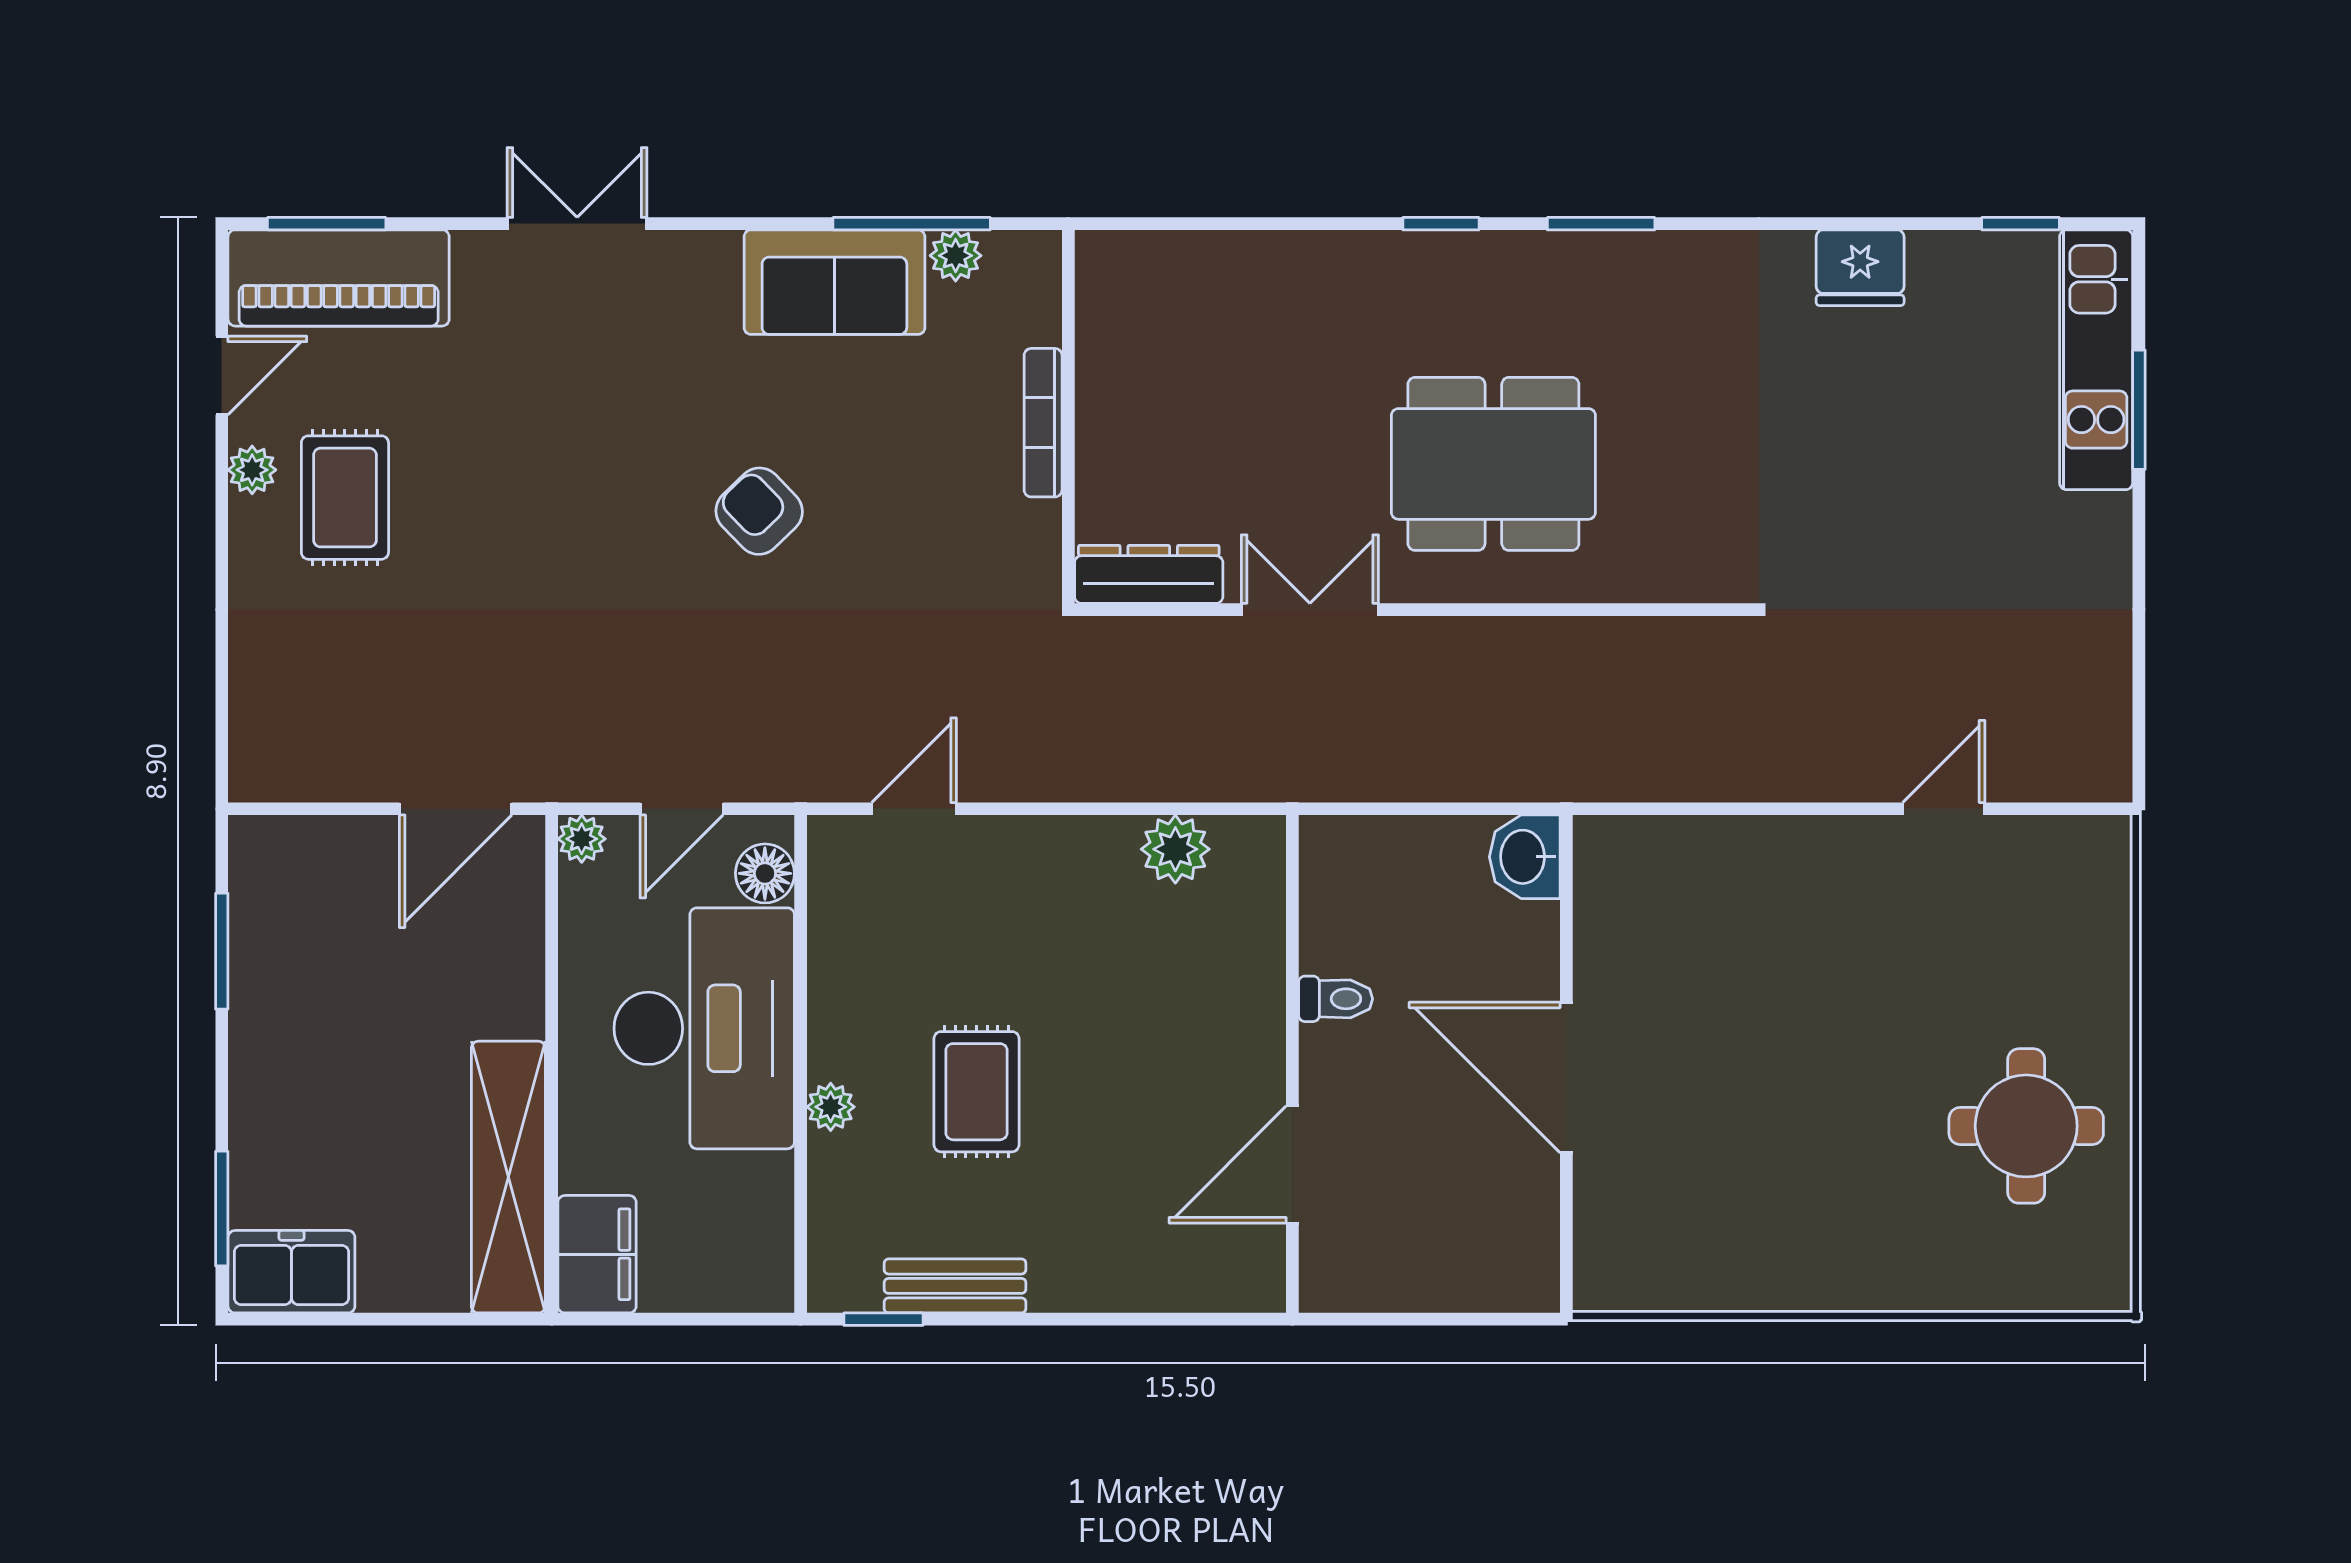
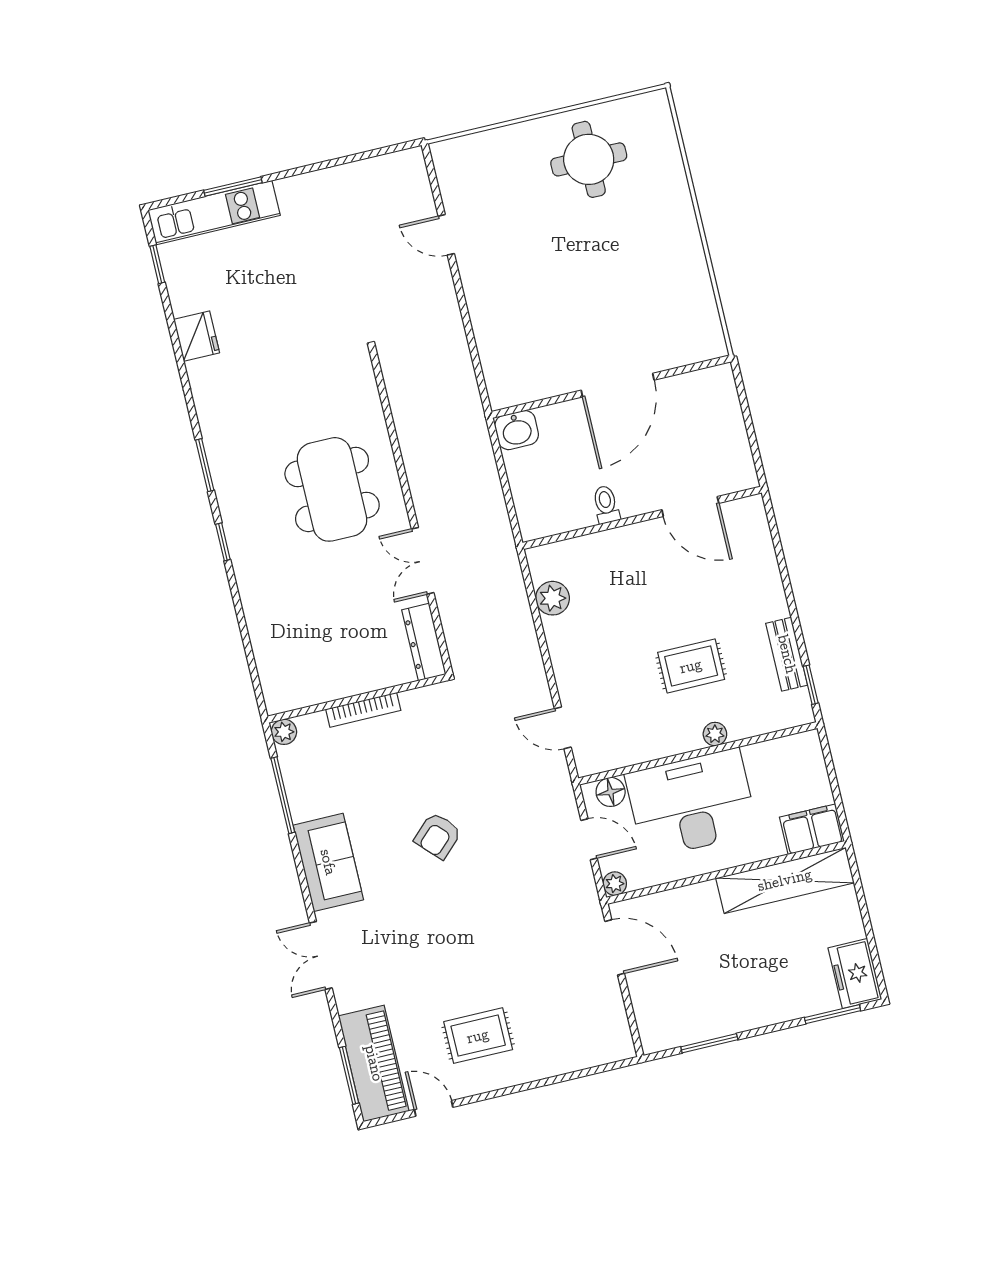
plant: (956, 256) -> (284, 732), moved
sofa: (834, 282) -> (328, 862), moved
plant: (252, 470) -> (475, 1083), removed

